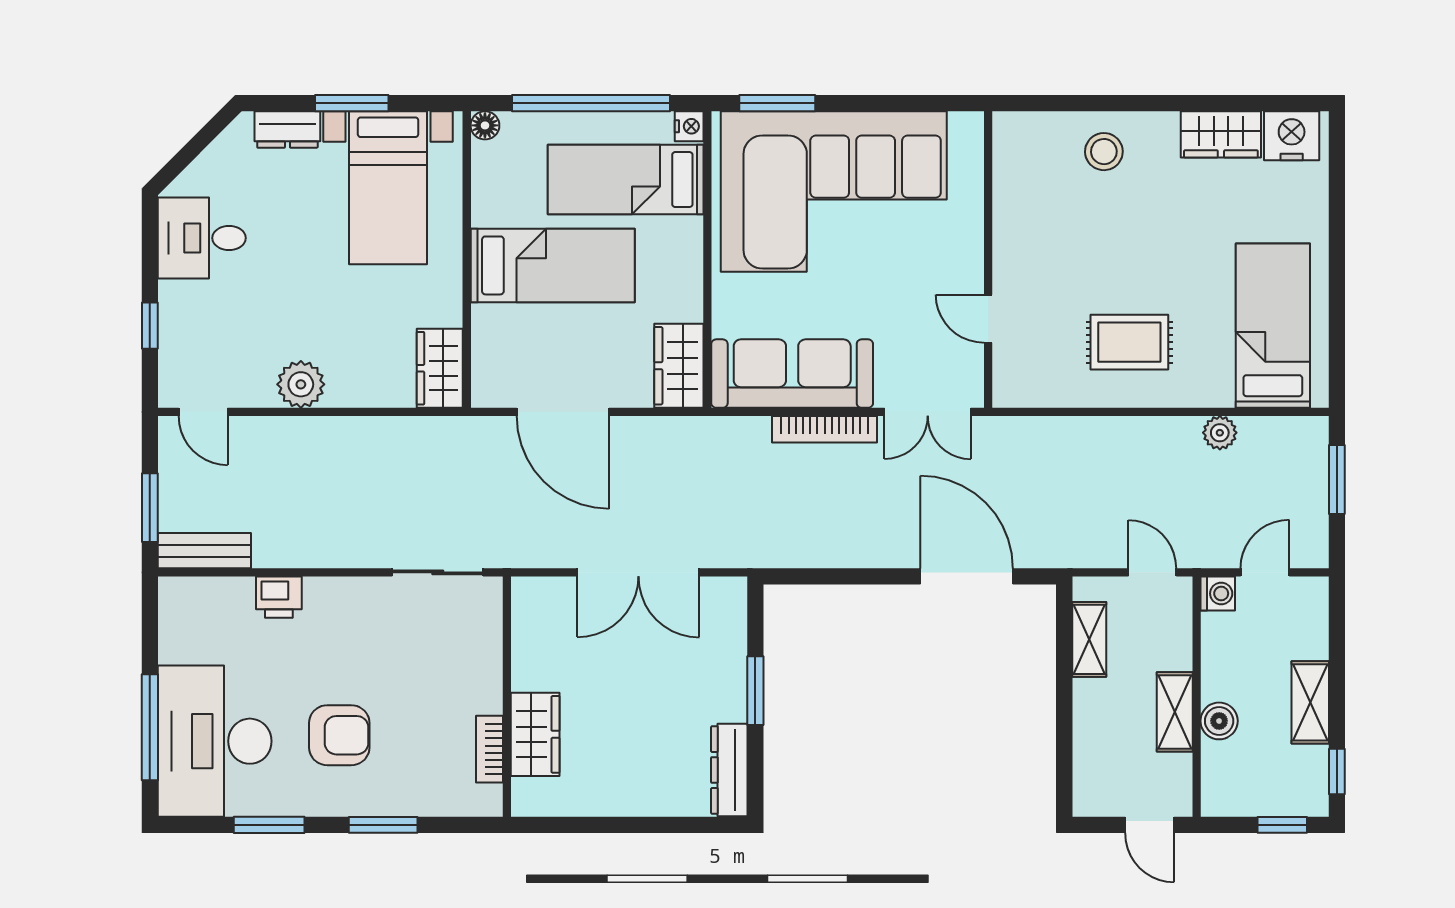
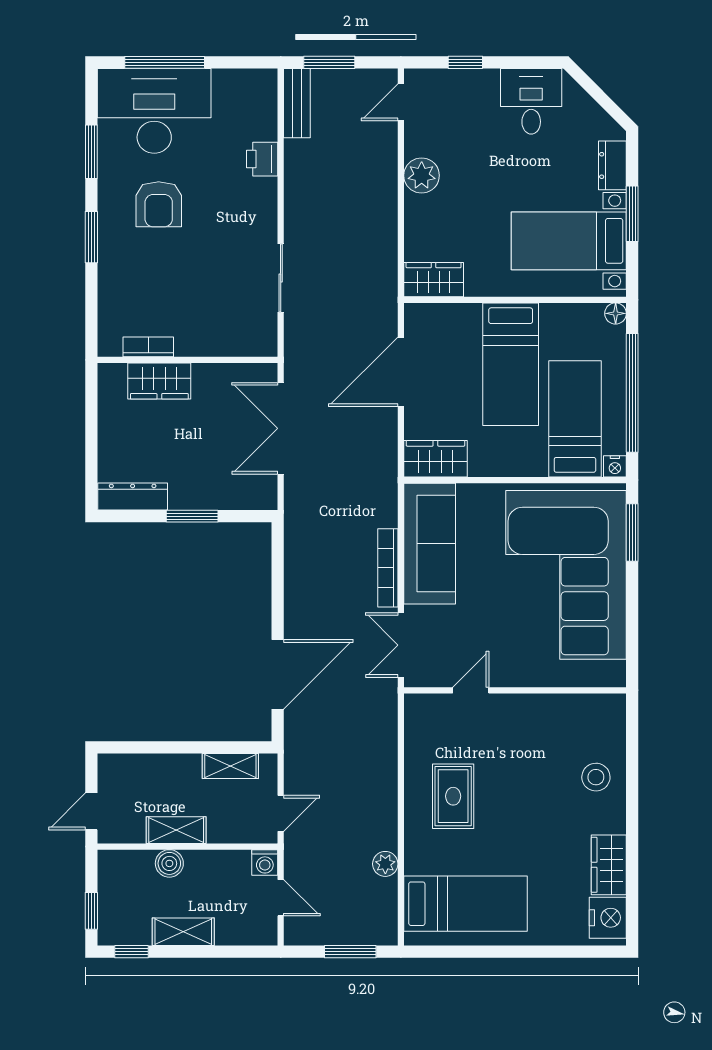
wall: (507, 697) -> (188, 360), moved
wardrobe: (535, 734) -> (159, 381), moved
bookcase: (489, 749) -> (148, 347), moved

